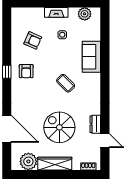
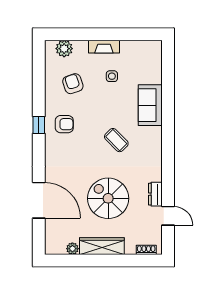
plant: (85, 14) -> (64, 49), moved
armchair: (33, 40) -> (73, 84), turned -133
armchair: (26, 71) -> (64, 124), turned -90
plant: (28, 161) -> (72, 249), width x0.53, depth x0.53

